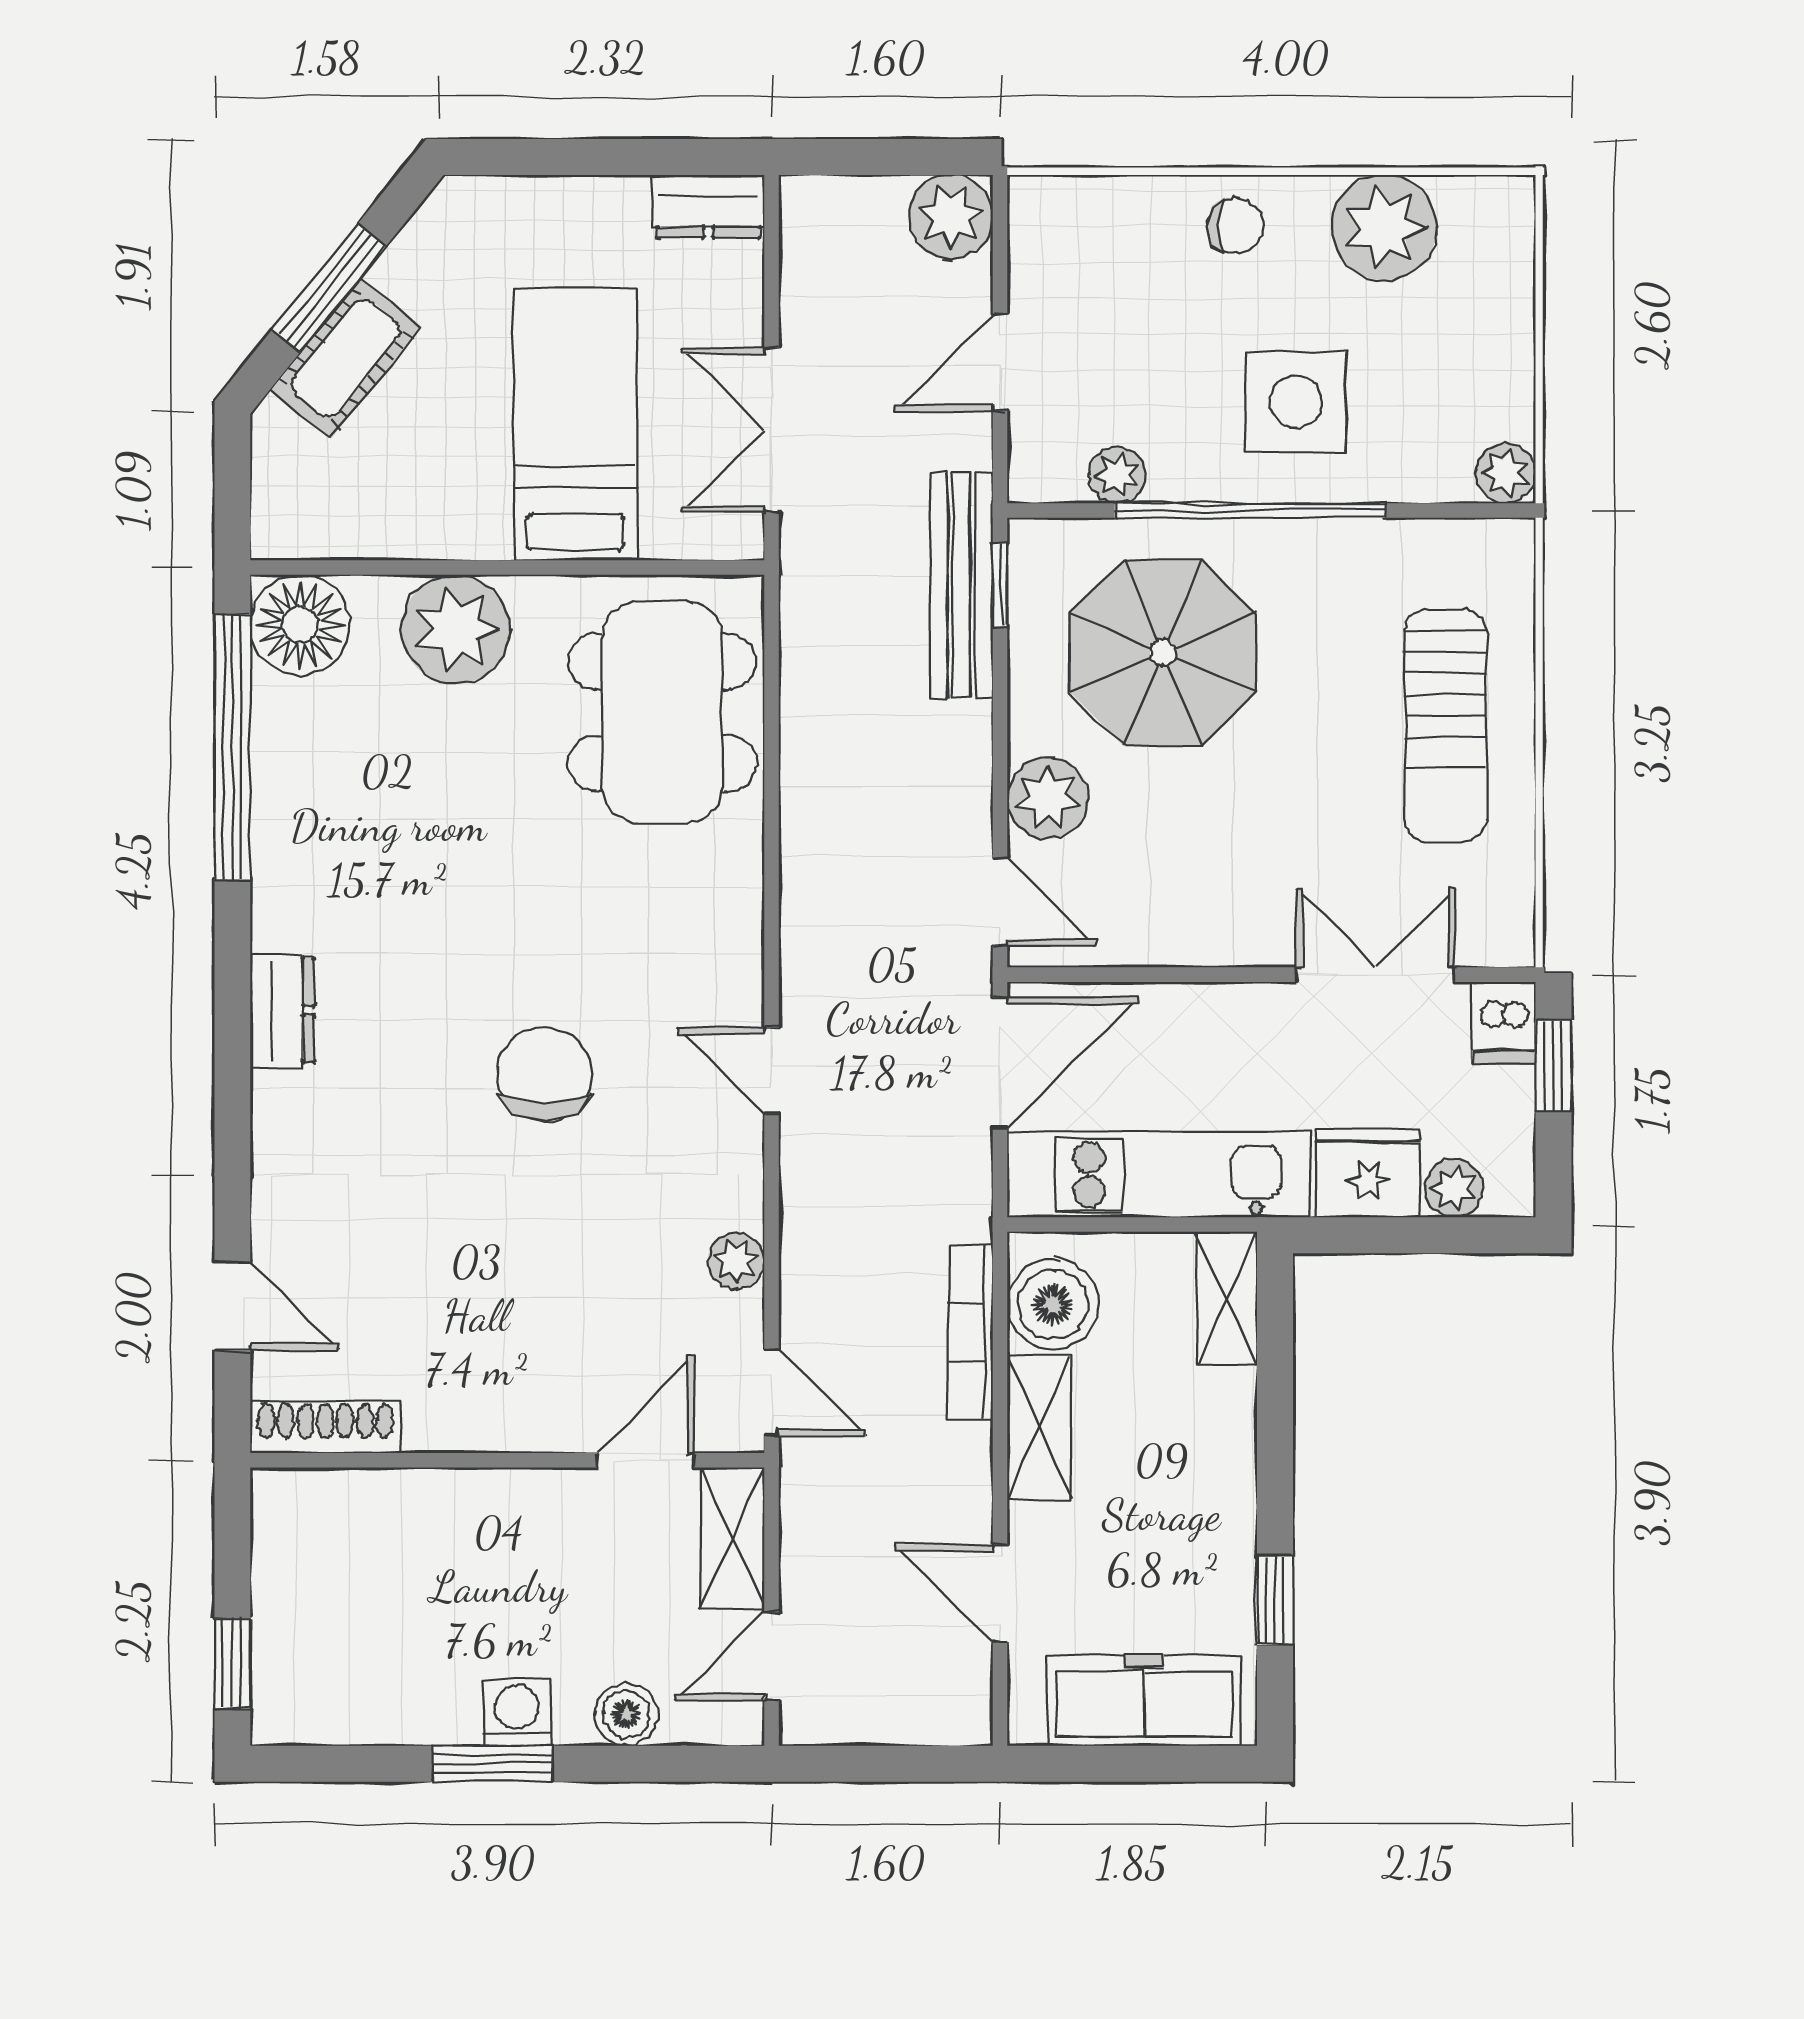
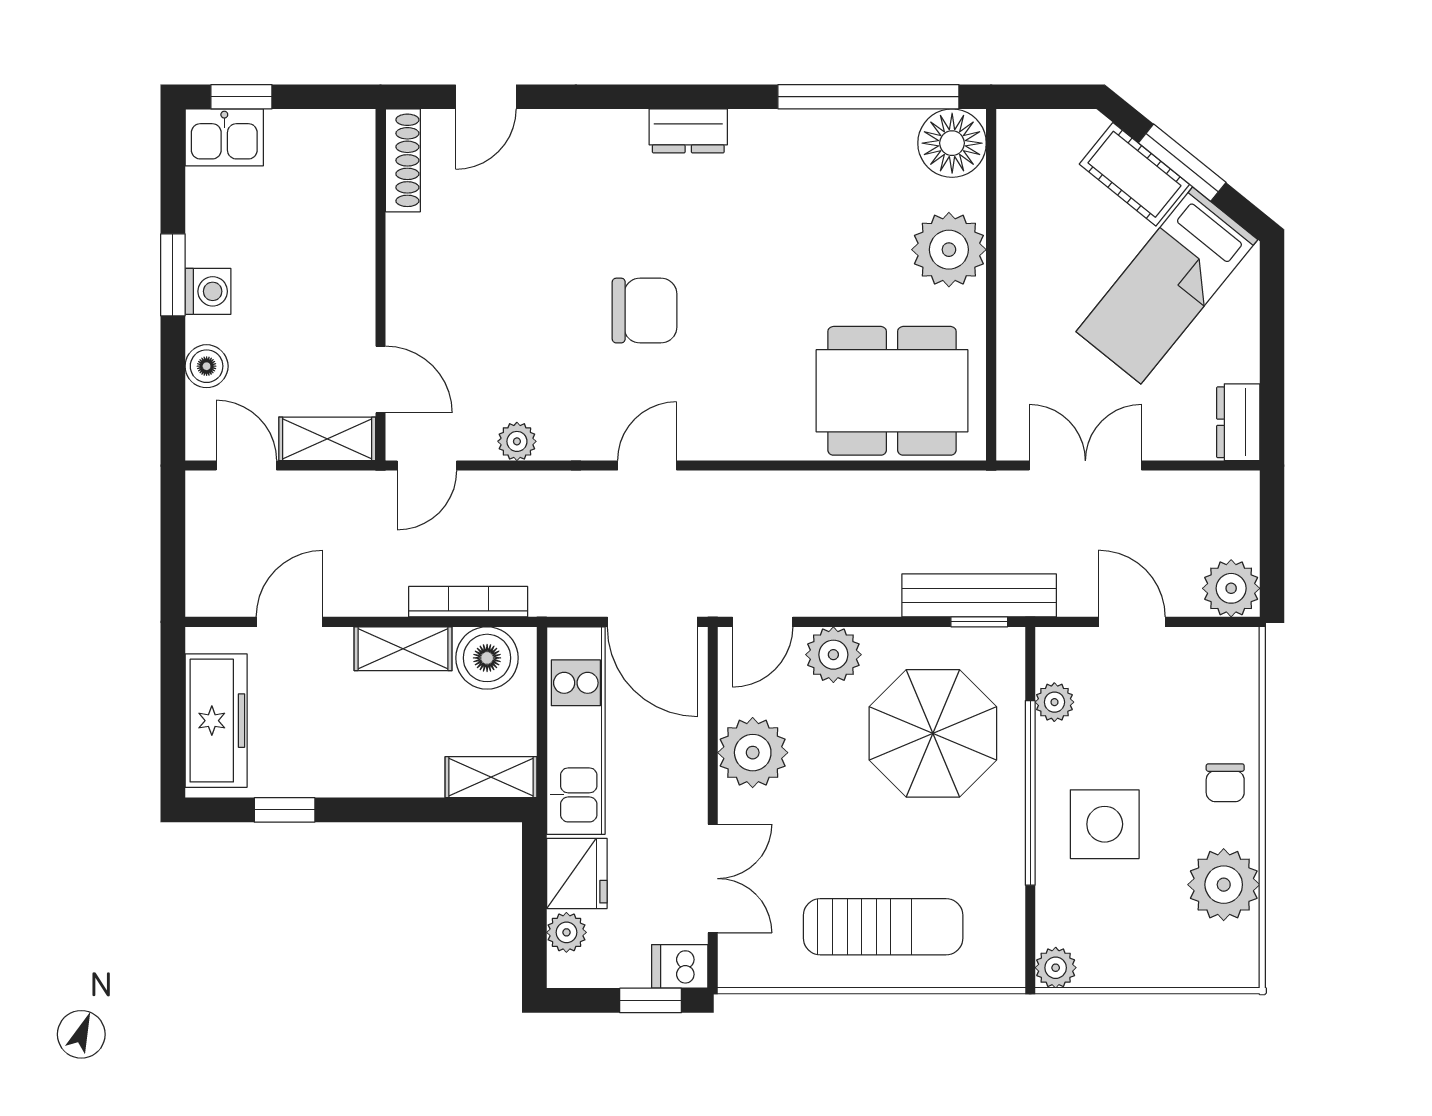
bed: (576, 425) -> (1167, 286), moved, turned 129
sun lounger: (1446, 725) -> (883, 927), turned 180
plant: (1191, 916) -> (753, 753), added
kitchen sink: (292, 1689) -> (224, 137), added

